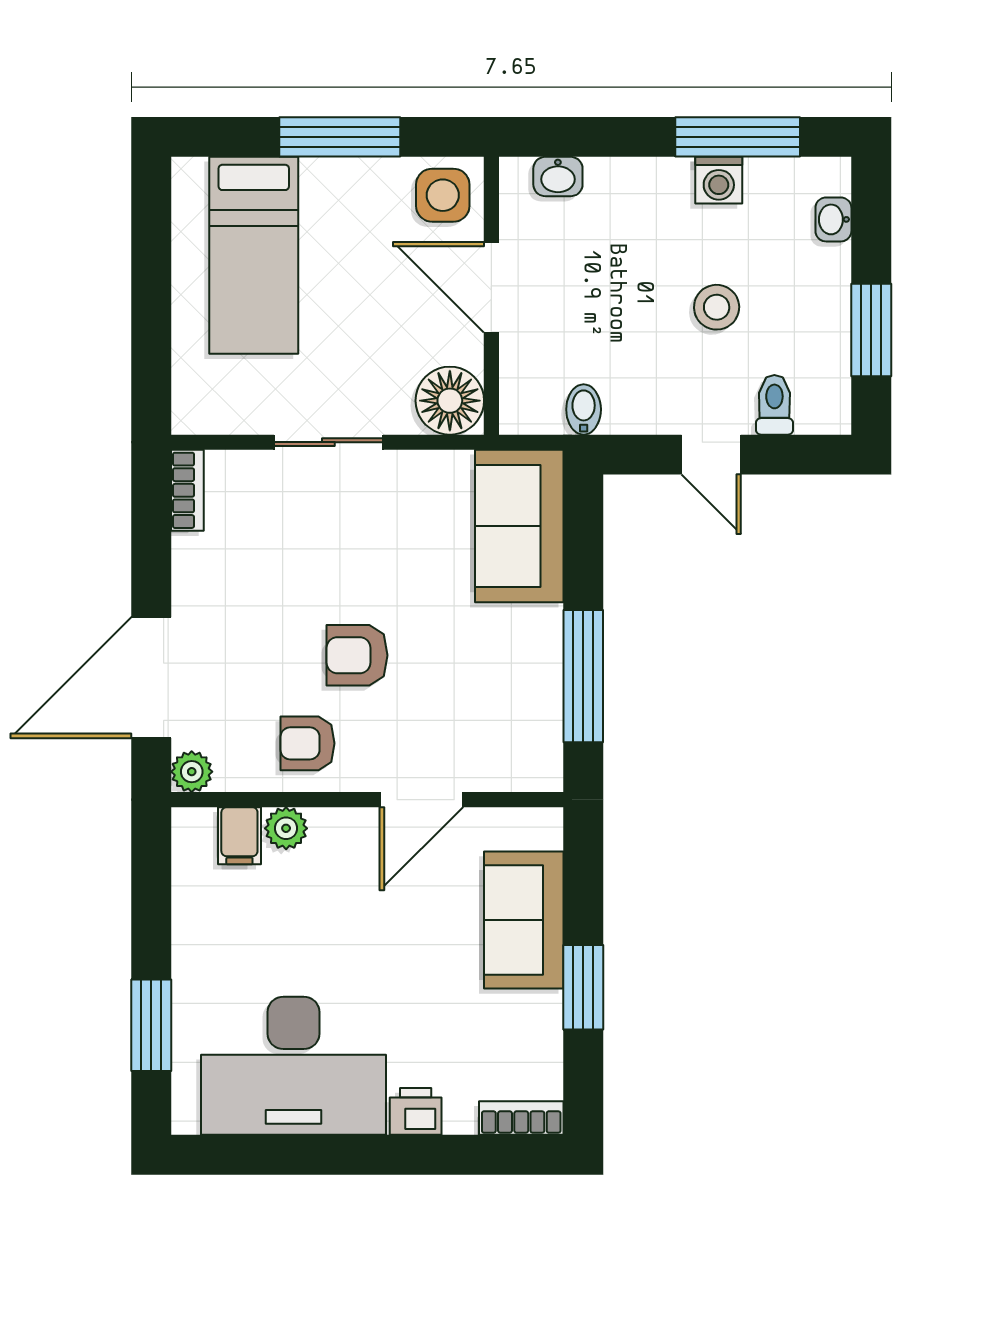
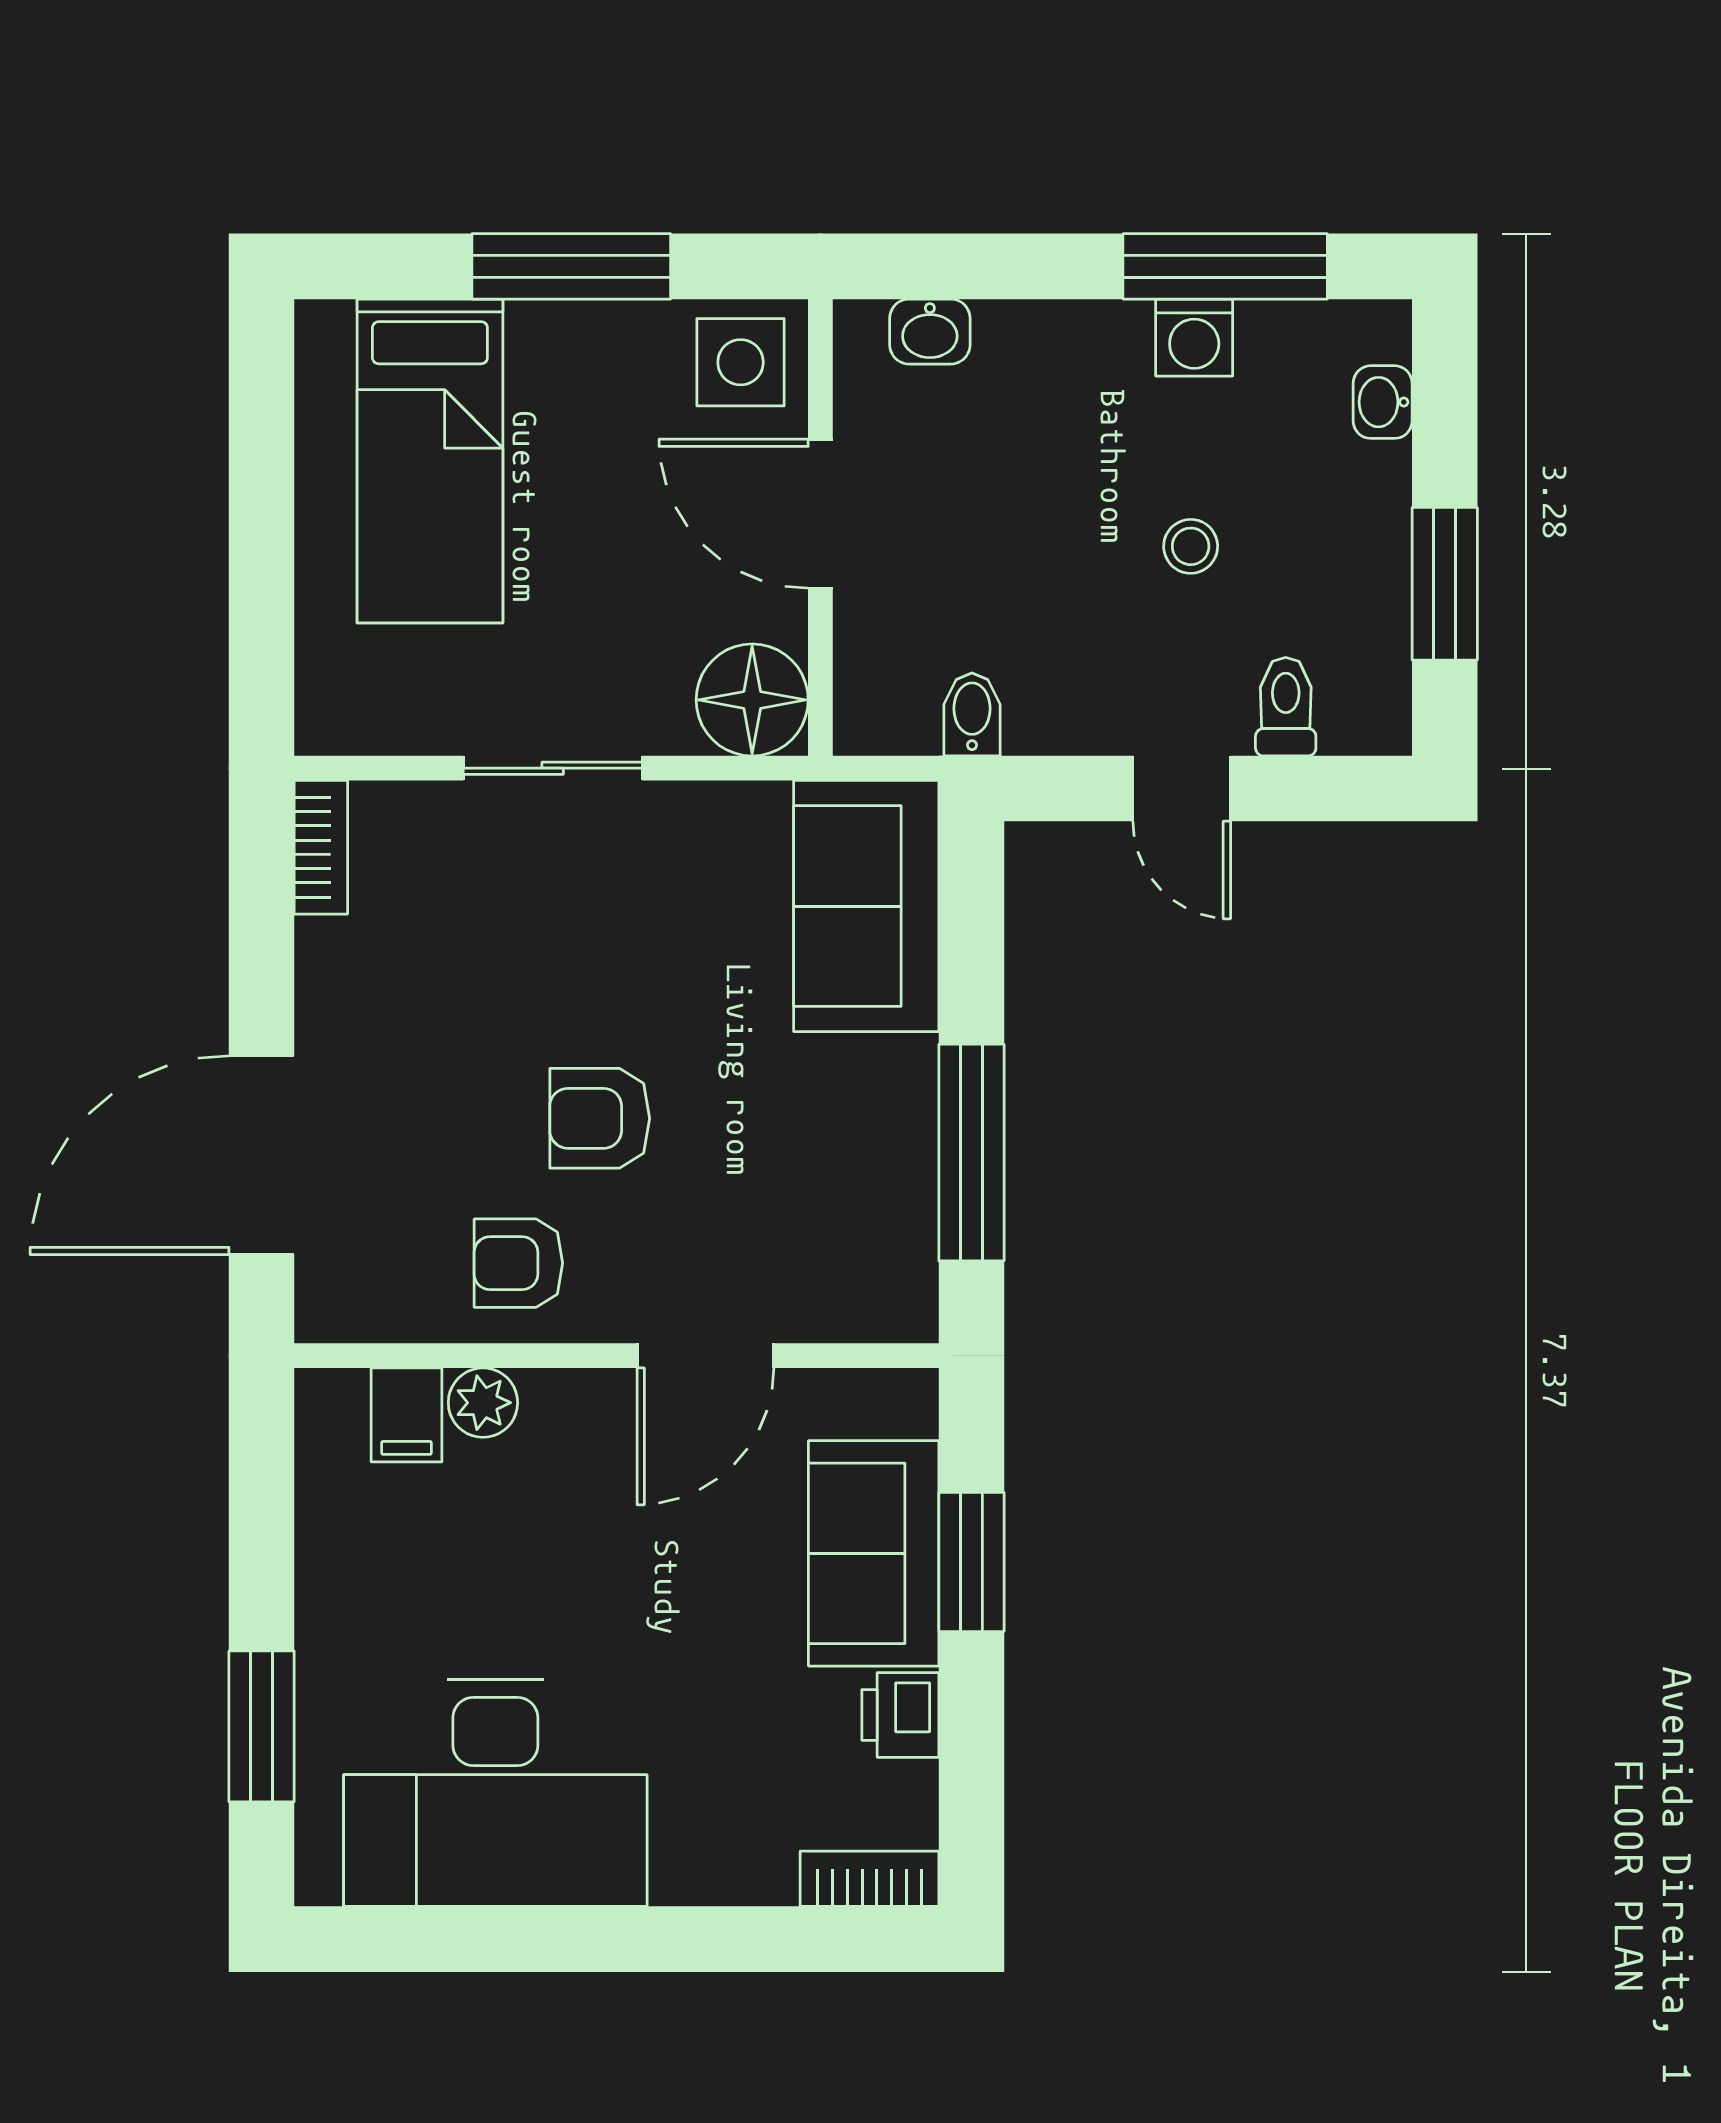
stool: (717, 307) -> (1191, 546), width x0.73, depth x0.73
plant: (192, 772) -> (328, 1310), removed
window: (583, 987) -> (971, 1562), moved
printer: (416, 1111) -> (900, 1715), moved, turned -90

